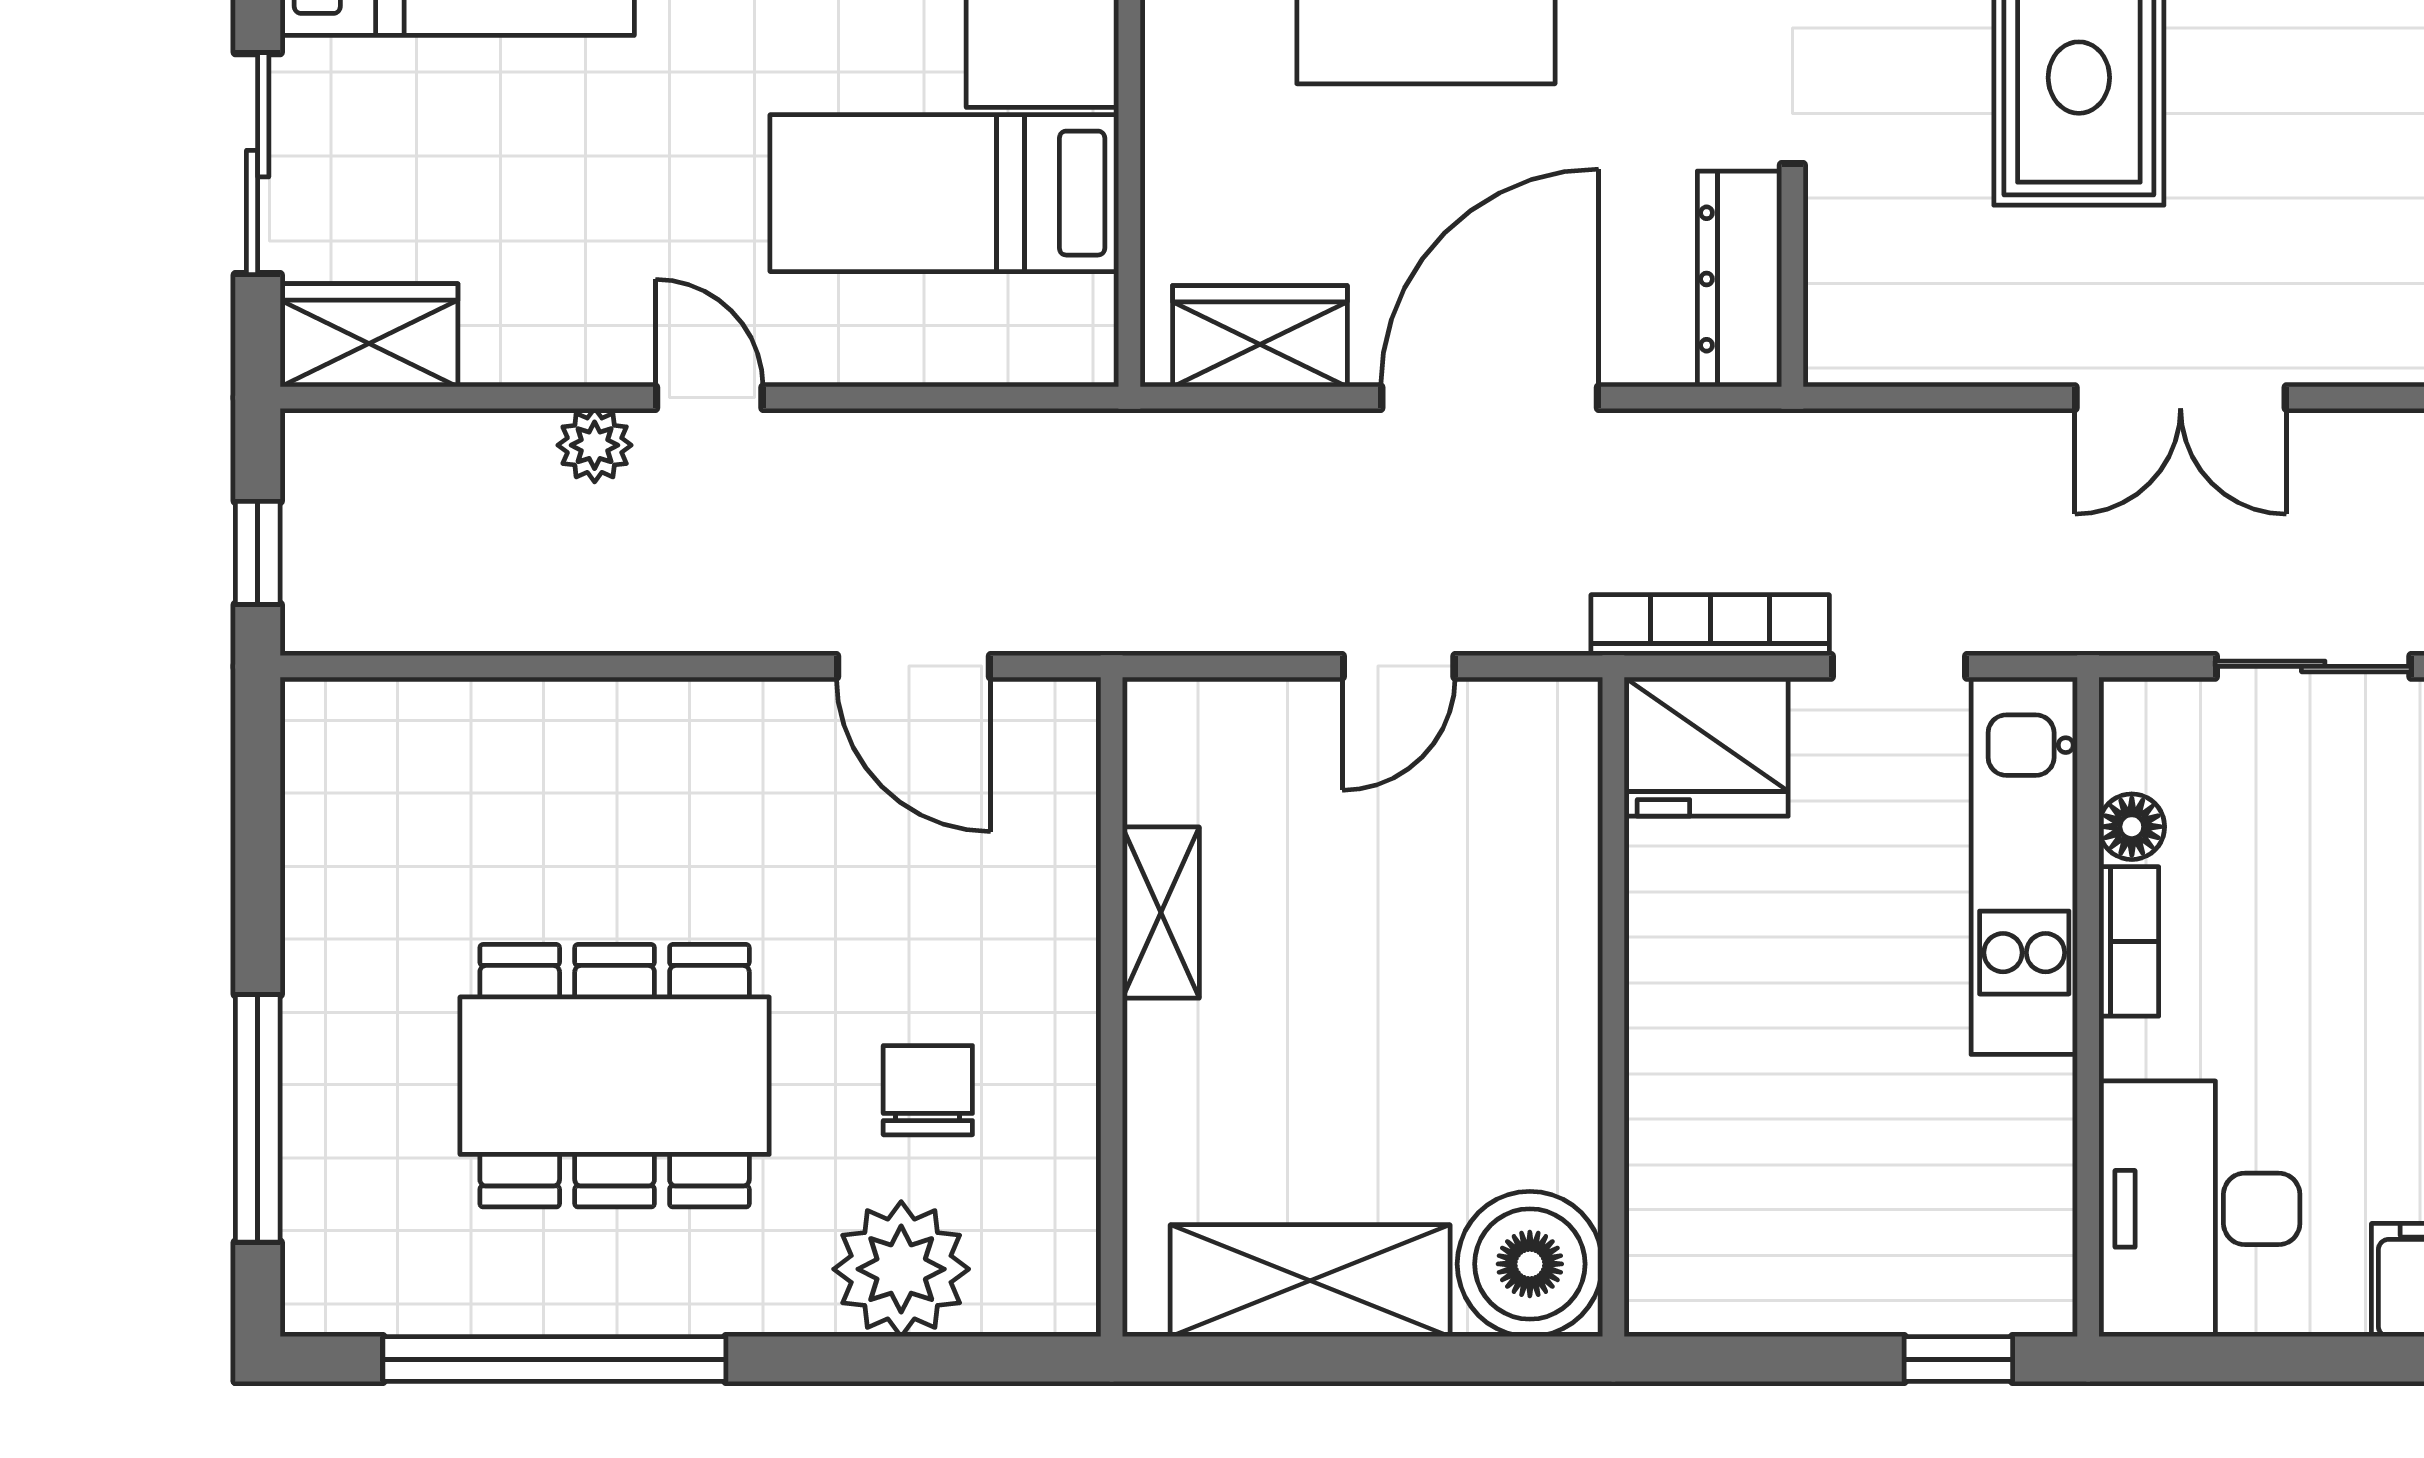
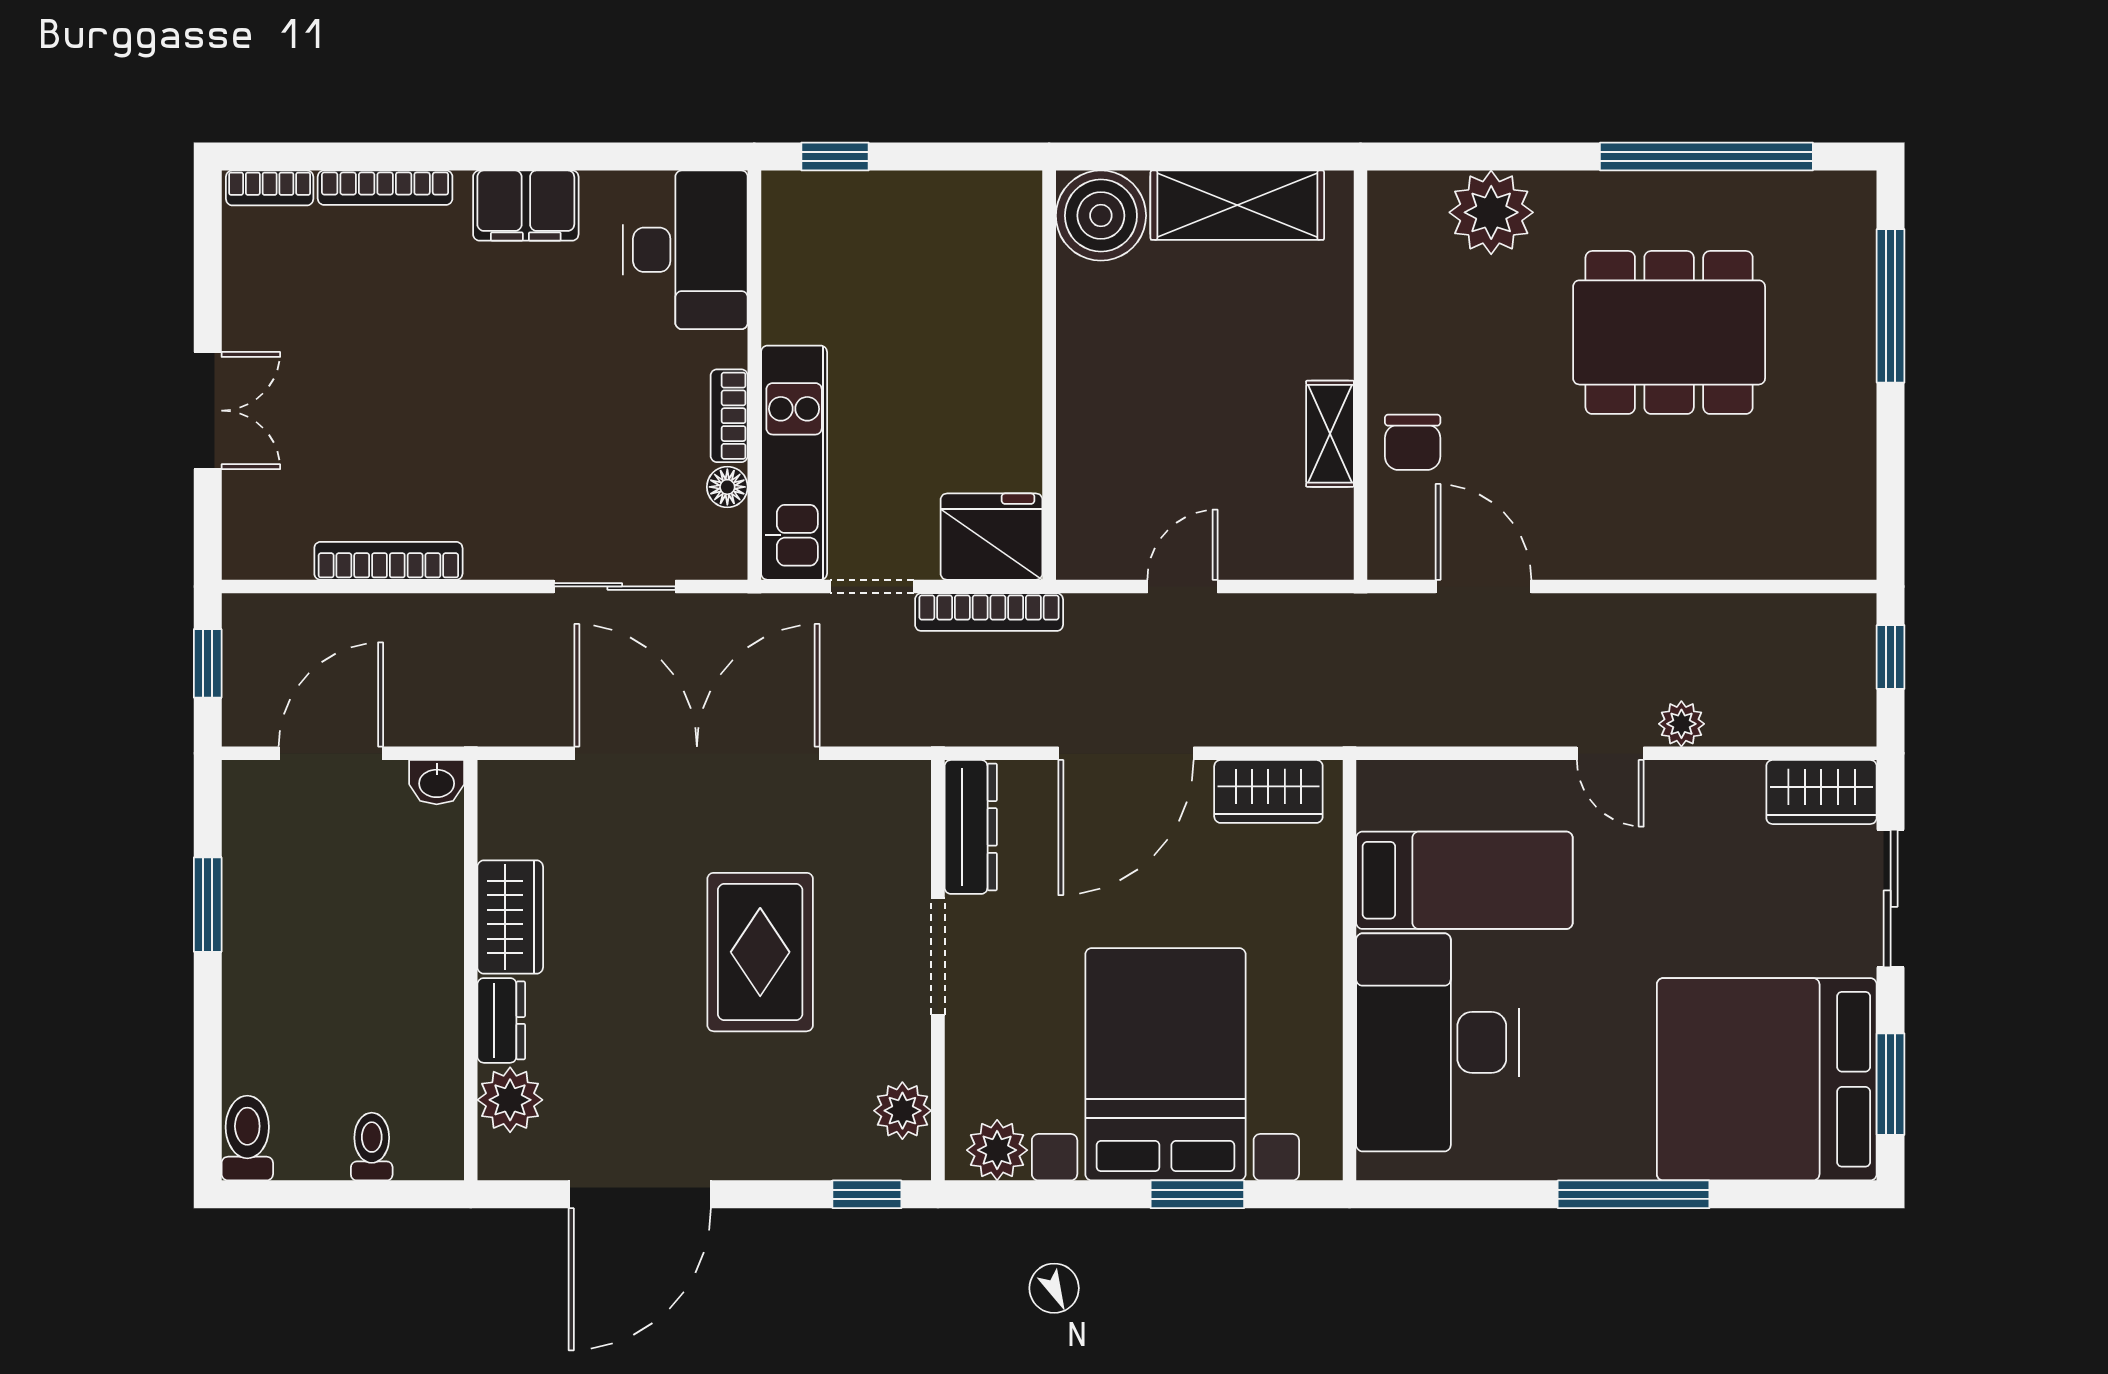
double door: (2181, 398) -> (697, 753), width x1.87
chair: (928, 1090) -> (1413, 442), moved

